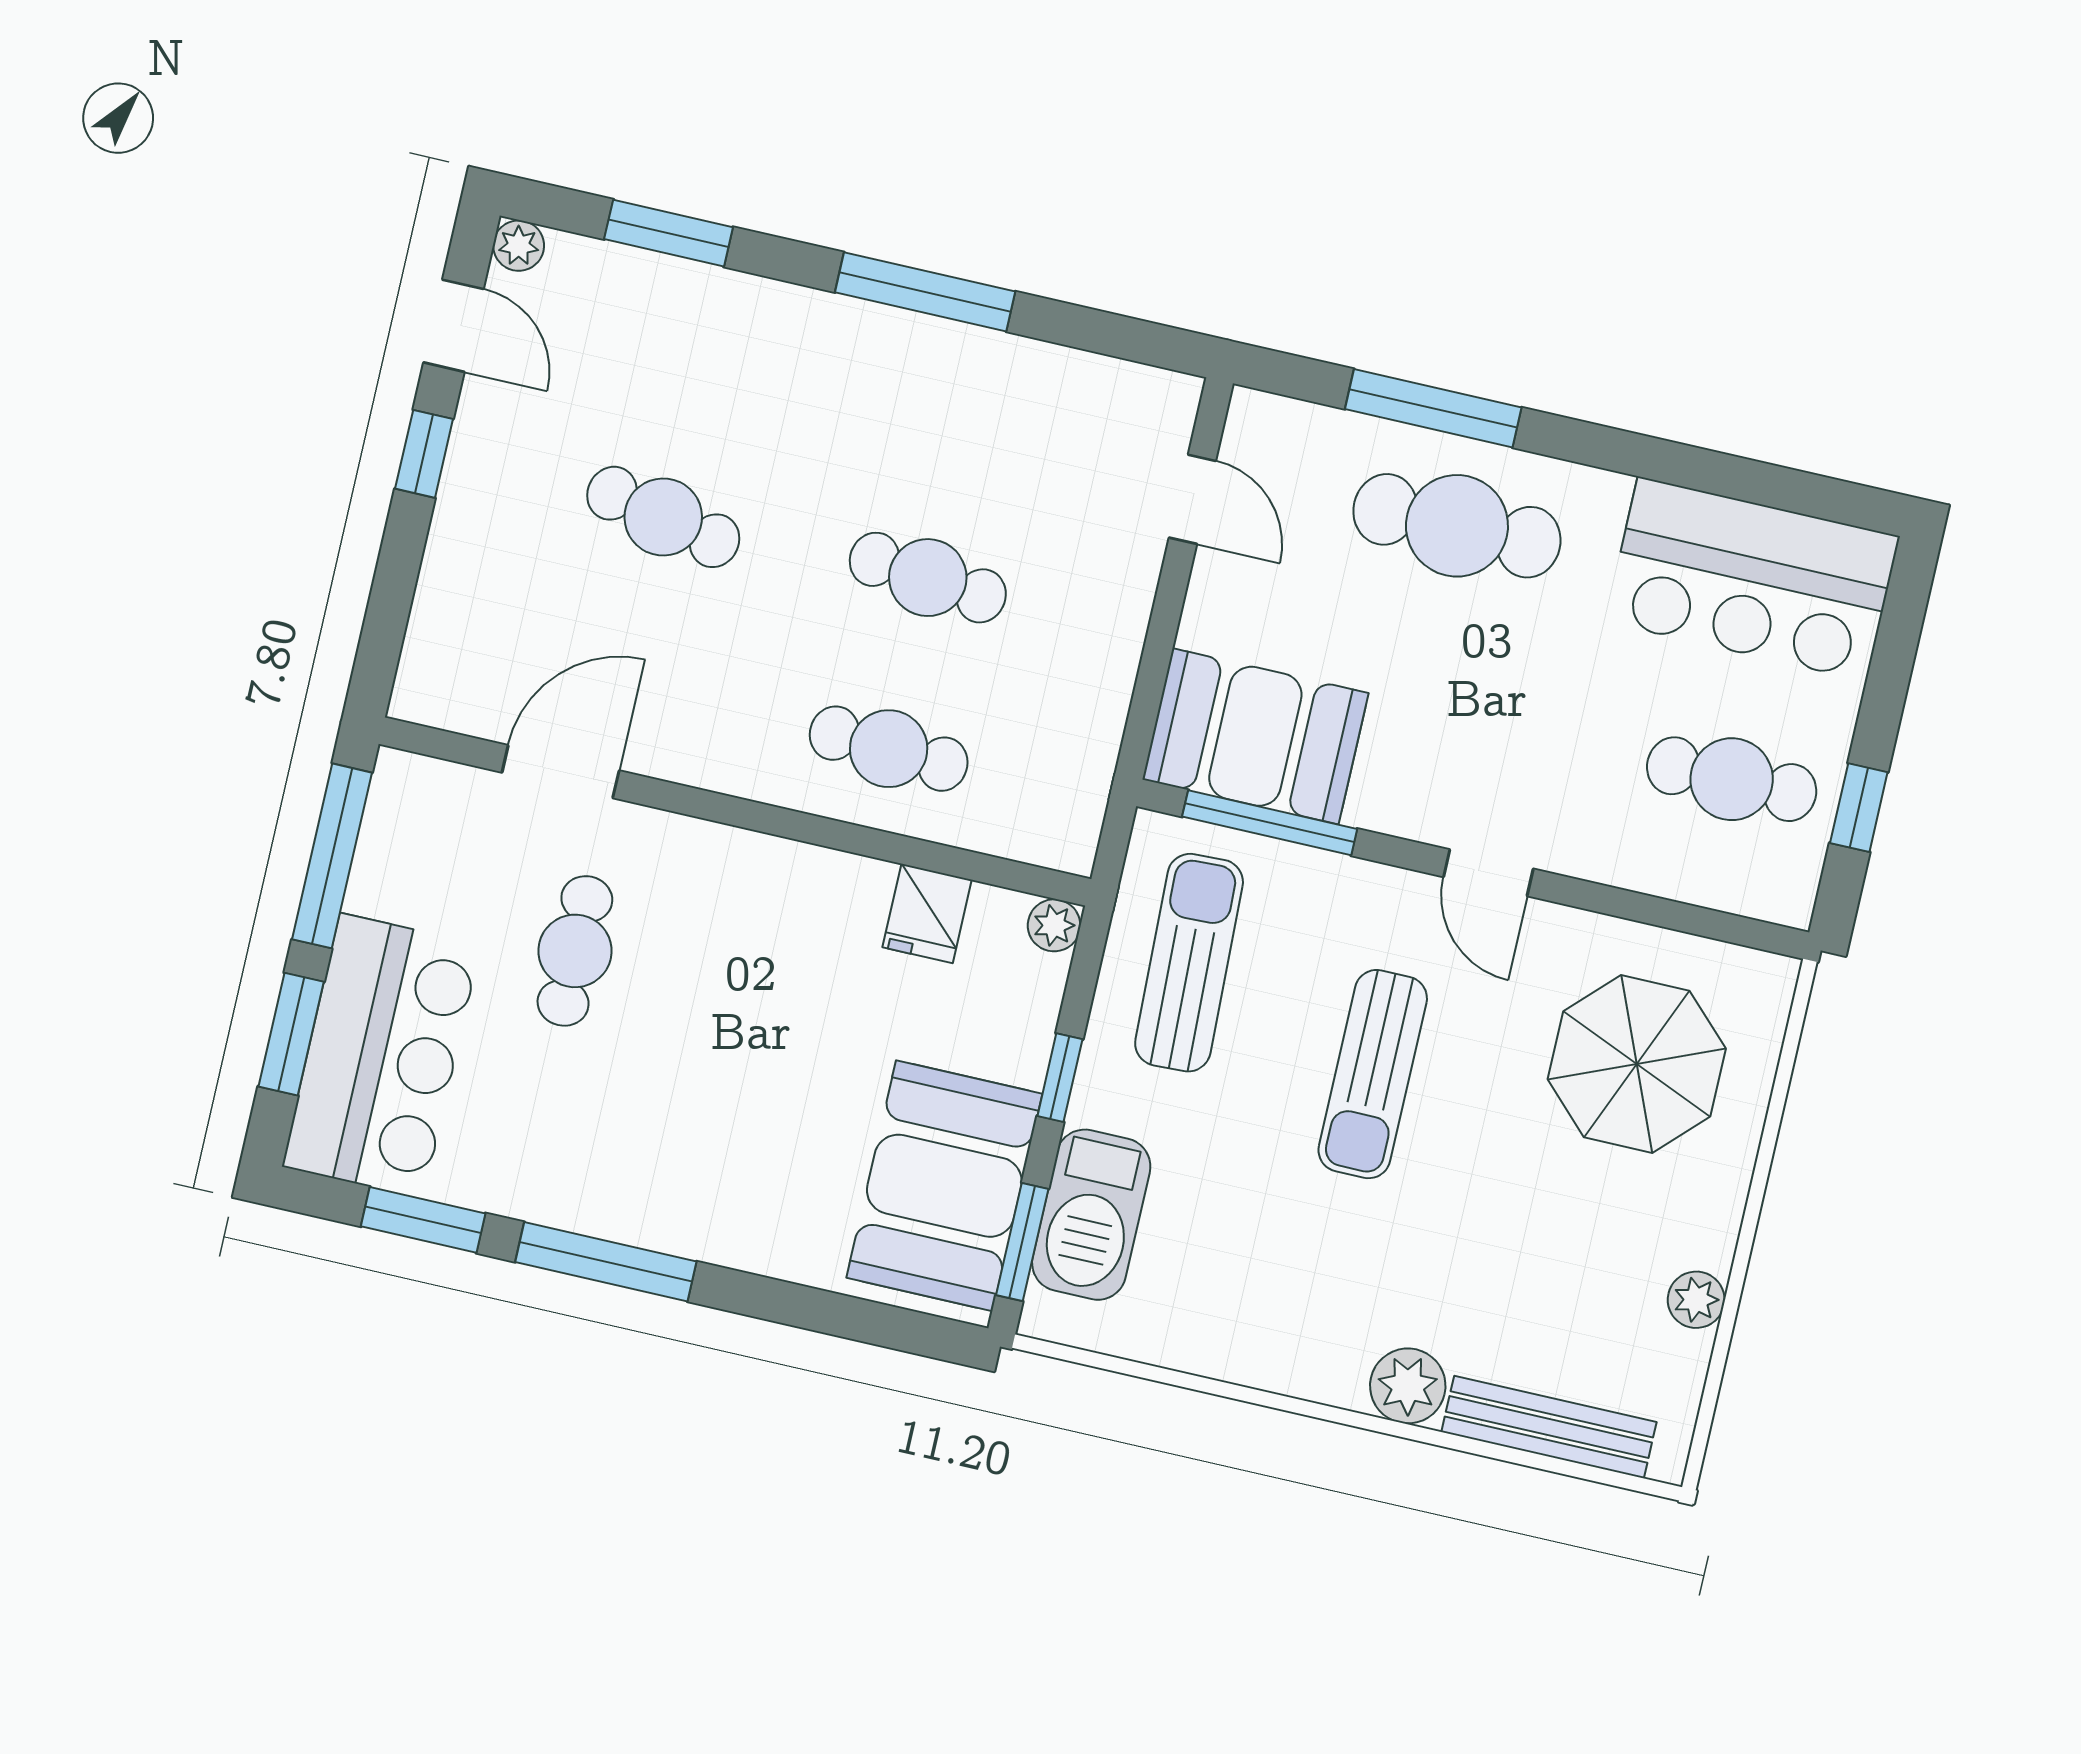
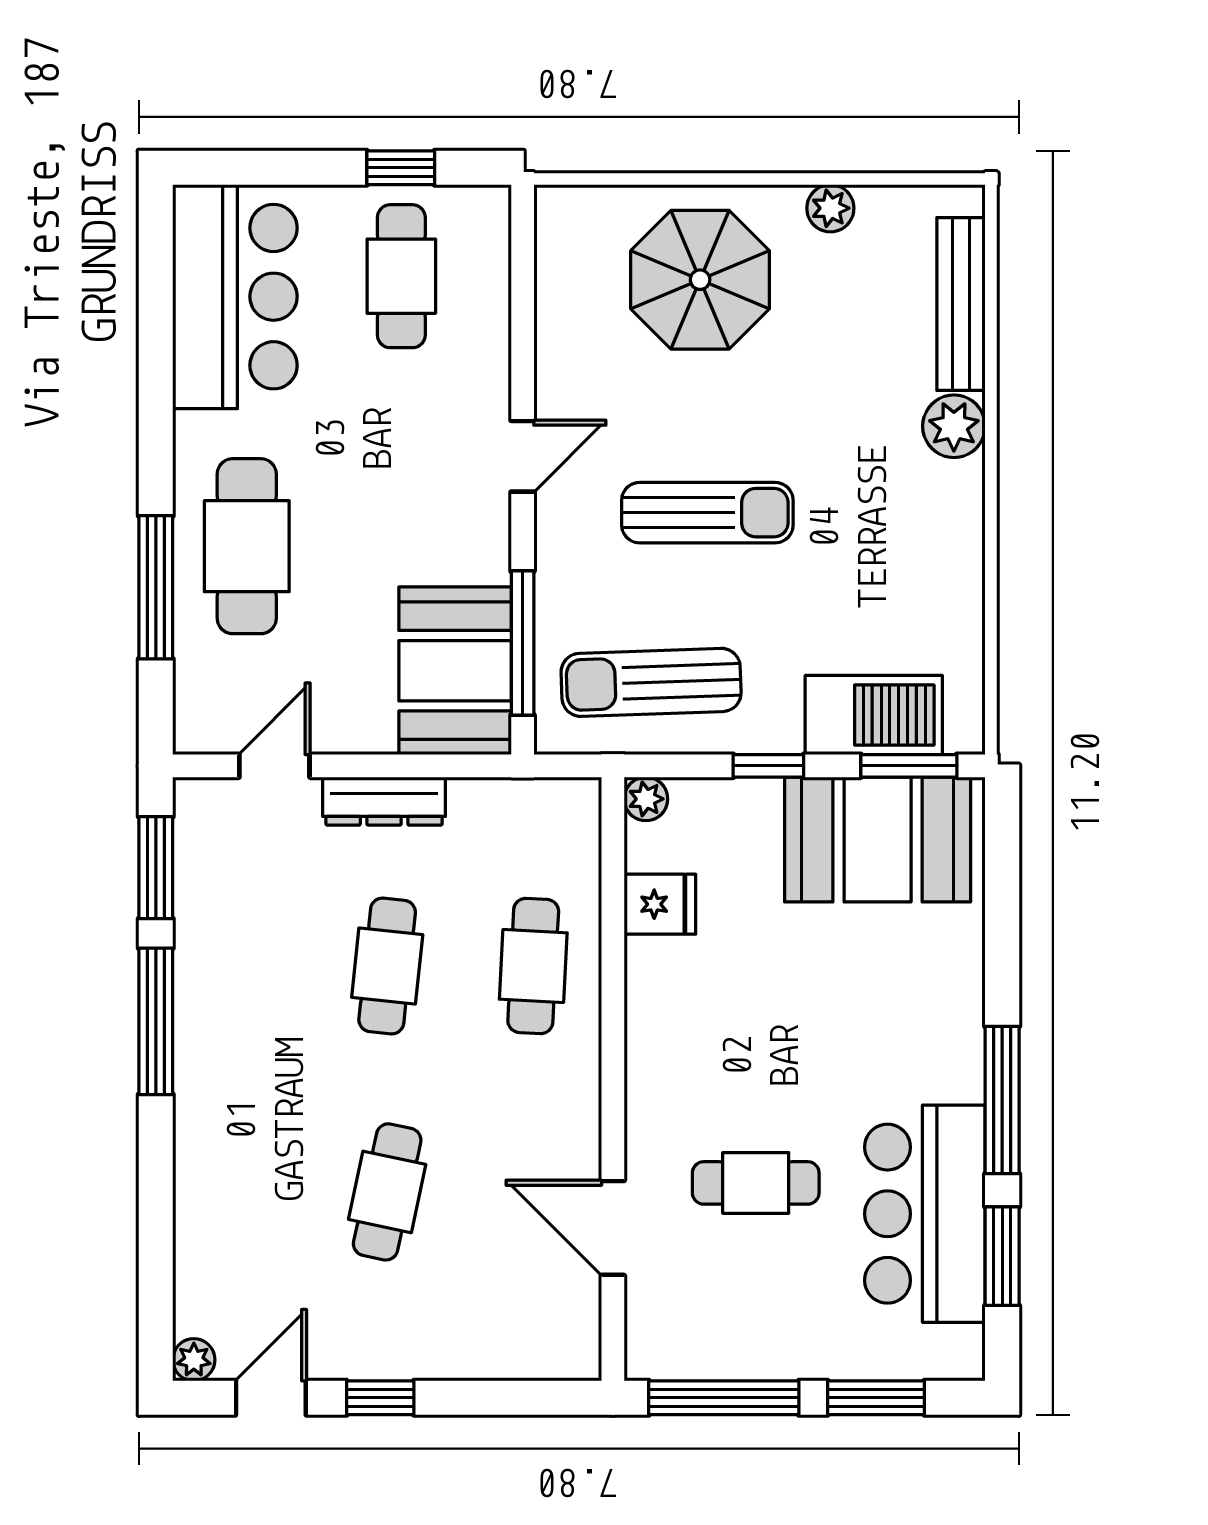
window: (669, 233) -> (156, 868), moved
dresser: (1122, 618) -> (384, 801), added
bar counter: (381, 1056) -> (925, 1214), moved, turned -90
parasol: (1637, 1064) -> (700, 280), moved

